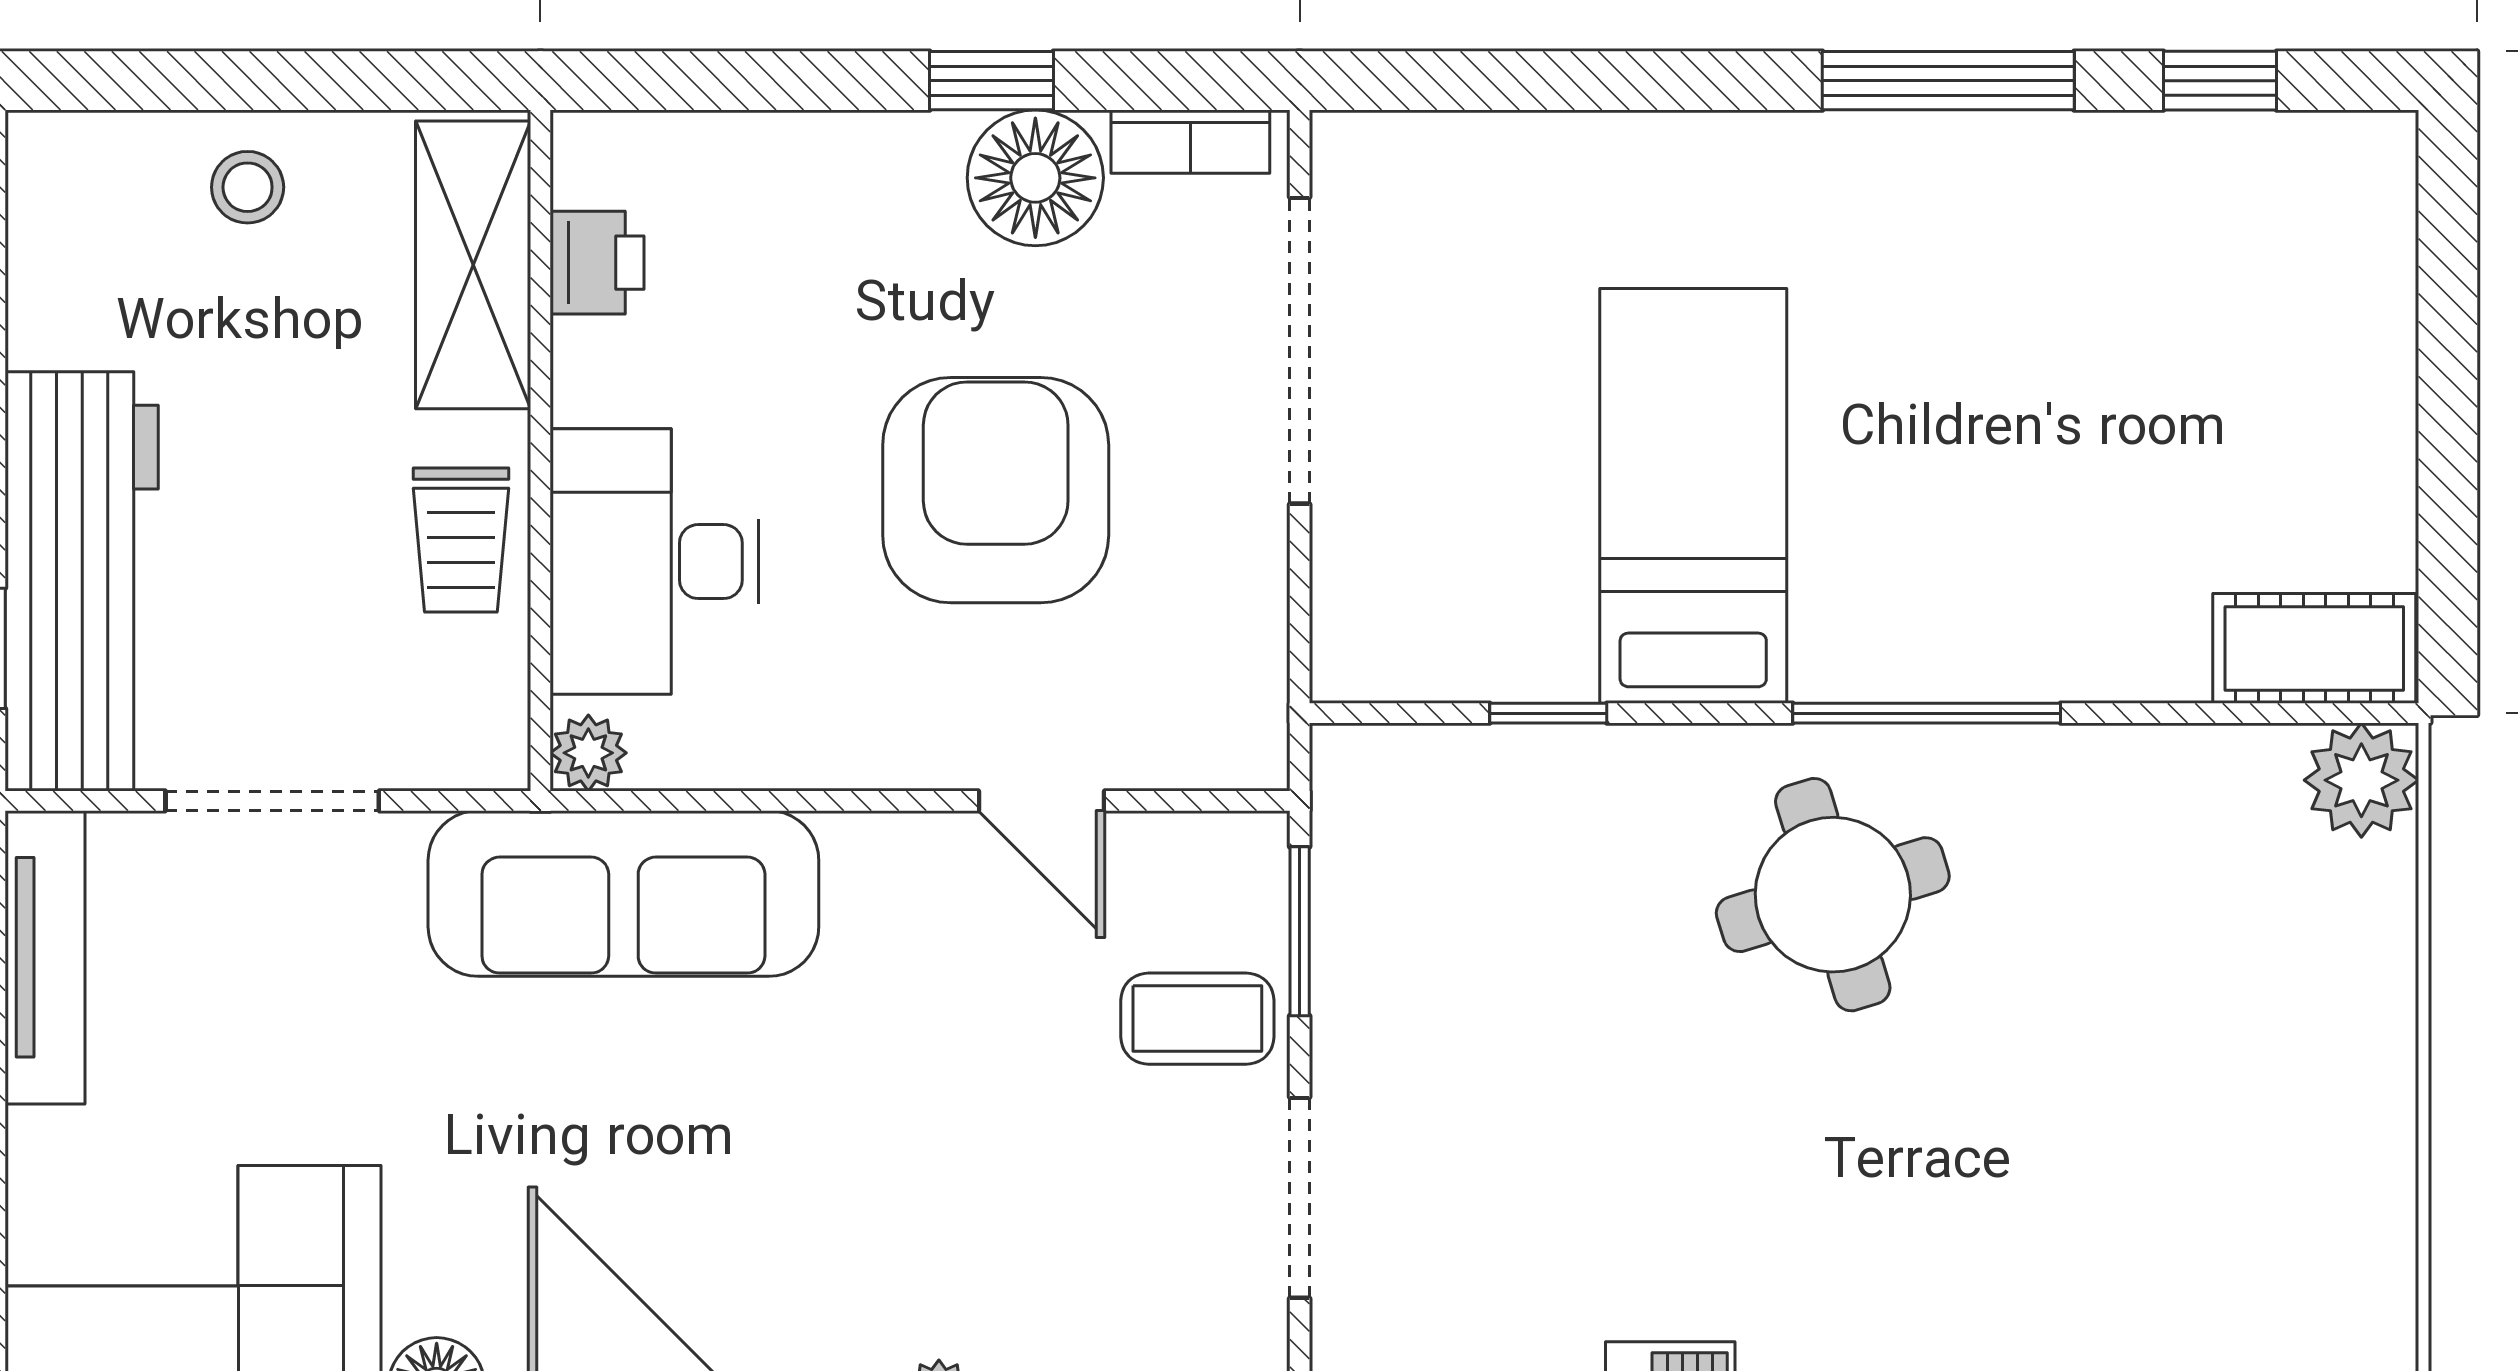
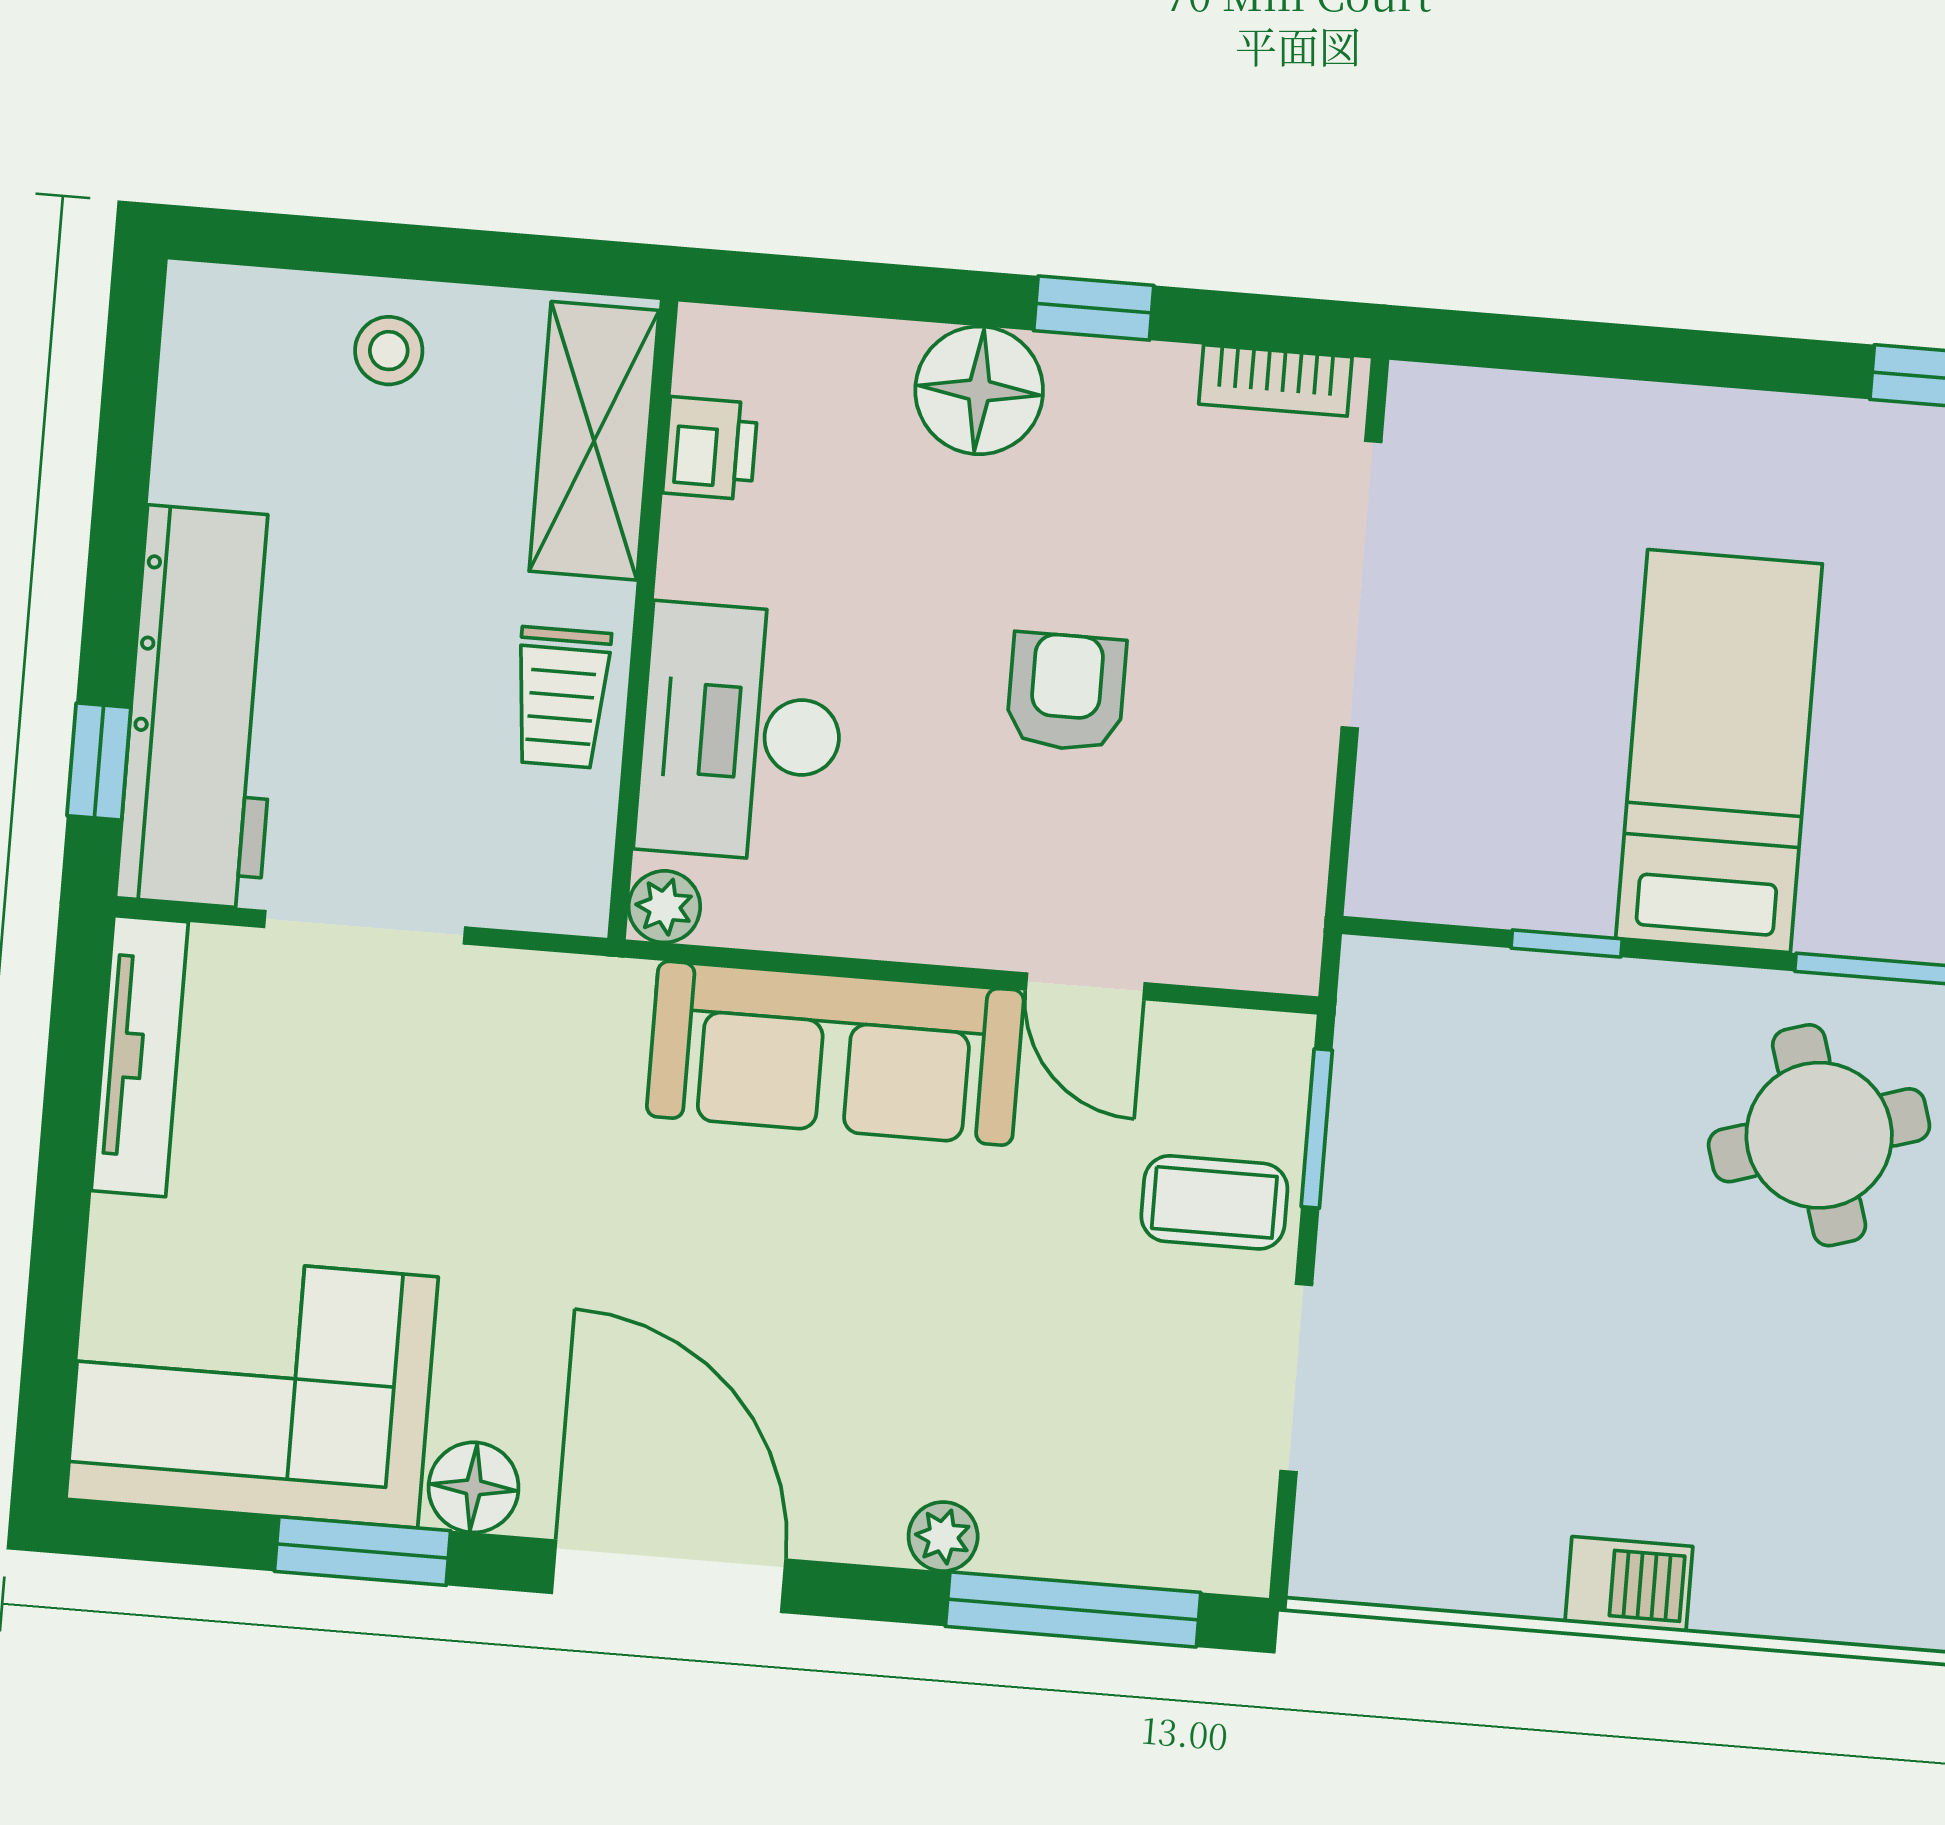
floor lamp: (1035, 178) -> (979, 390), moved
armchair: (996, 490) -> (1066, 692), width x0.53, depth x0.53
sofa: (623, 894) -> (835, 1053), moved

